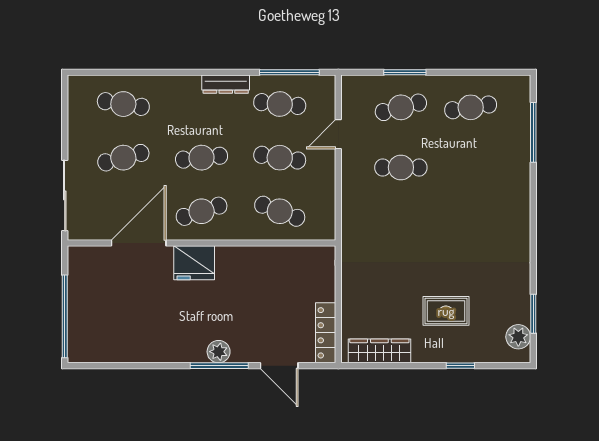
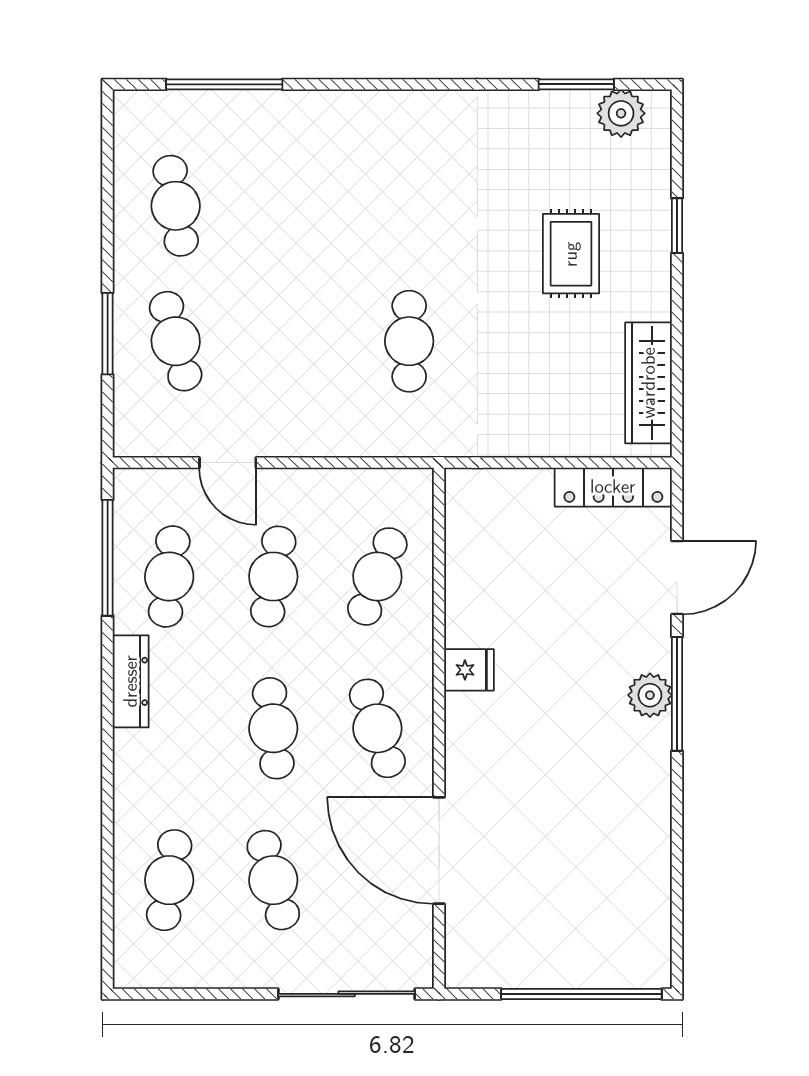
cafe table: (401, 167) -> (409, 341), moved
fridge: (194, 263) -> (469, 670), moved, width x0.53, depth x0.75

